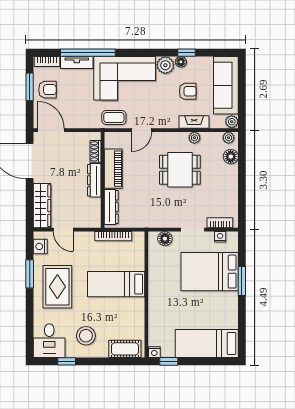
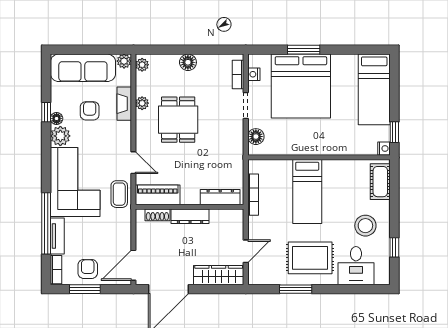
floor lamp: (231, 157) -> (188, 62), moved
piano: (113, 169) -> (158, 195), moved
nightstand: (40, 246) -> (265, 277), removed
bed: (210, 272) -> (301, 86), width x1.36
desk: (49, 341) -> (356, 266), moved, turned 90

